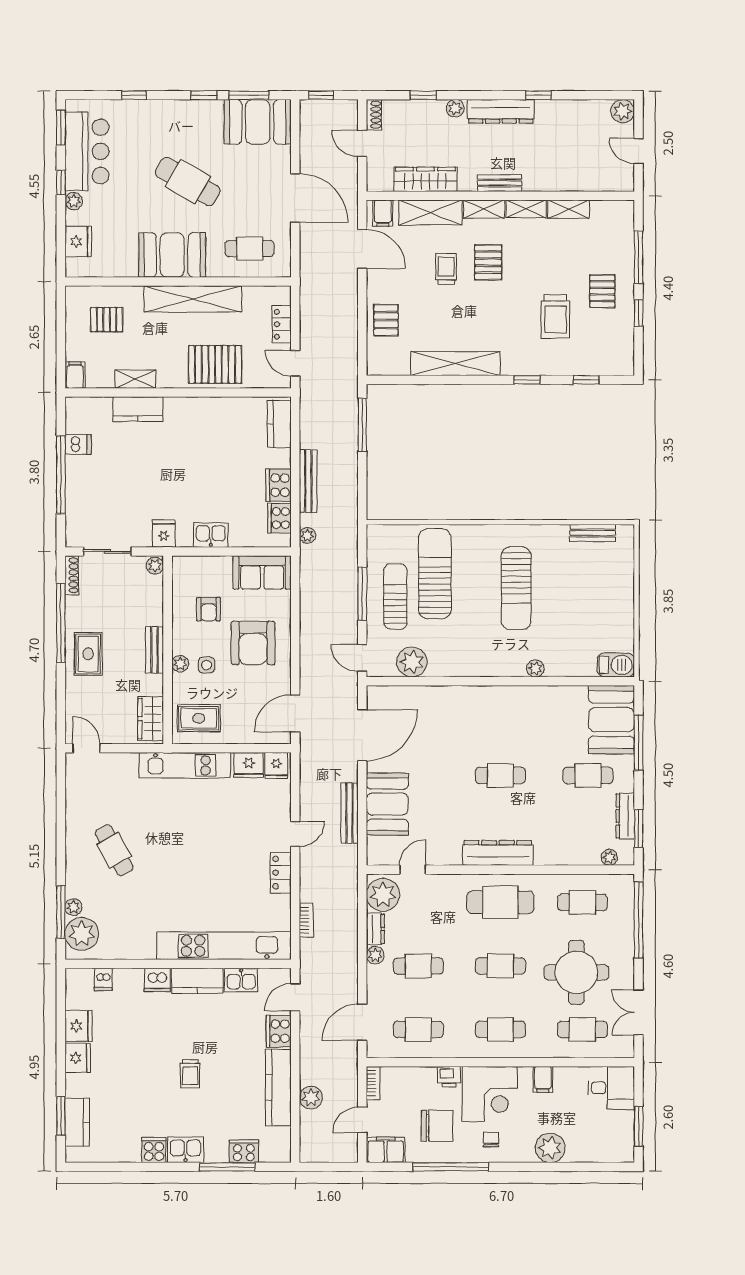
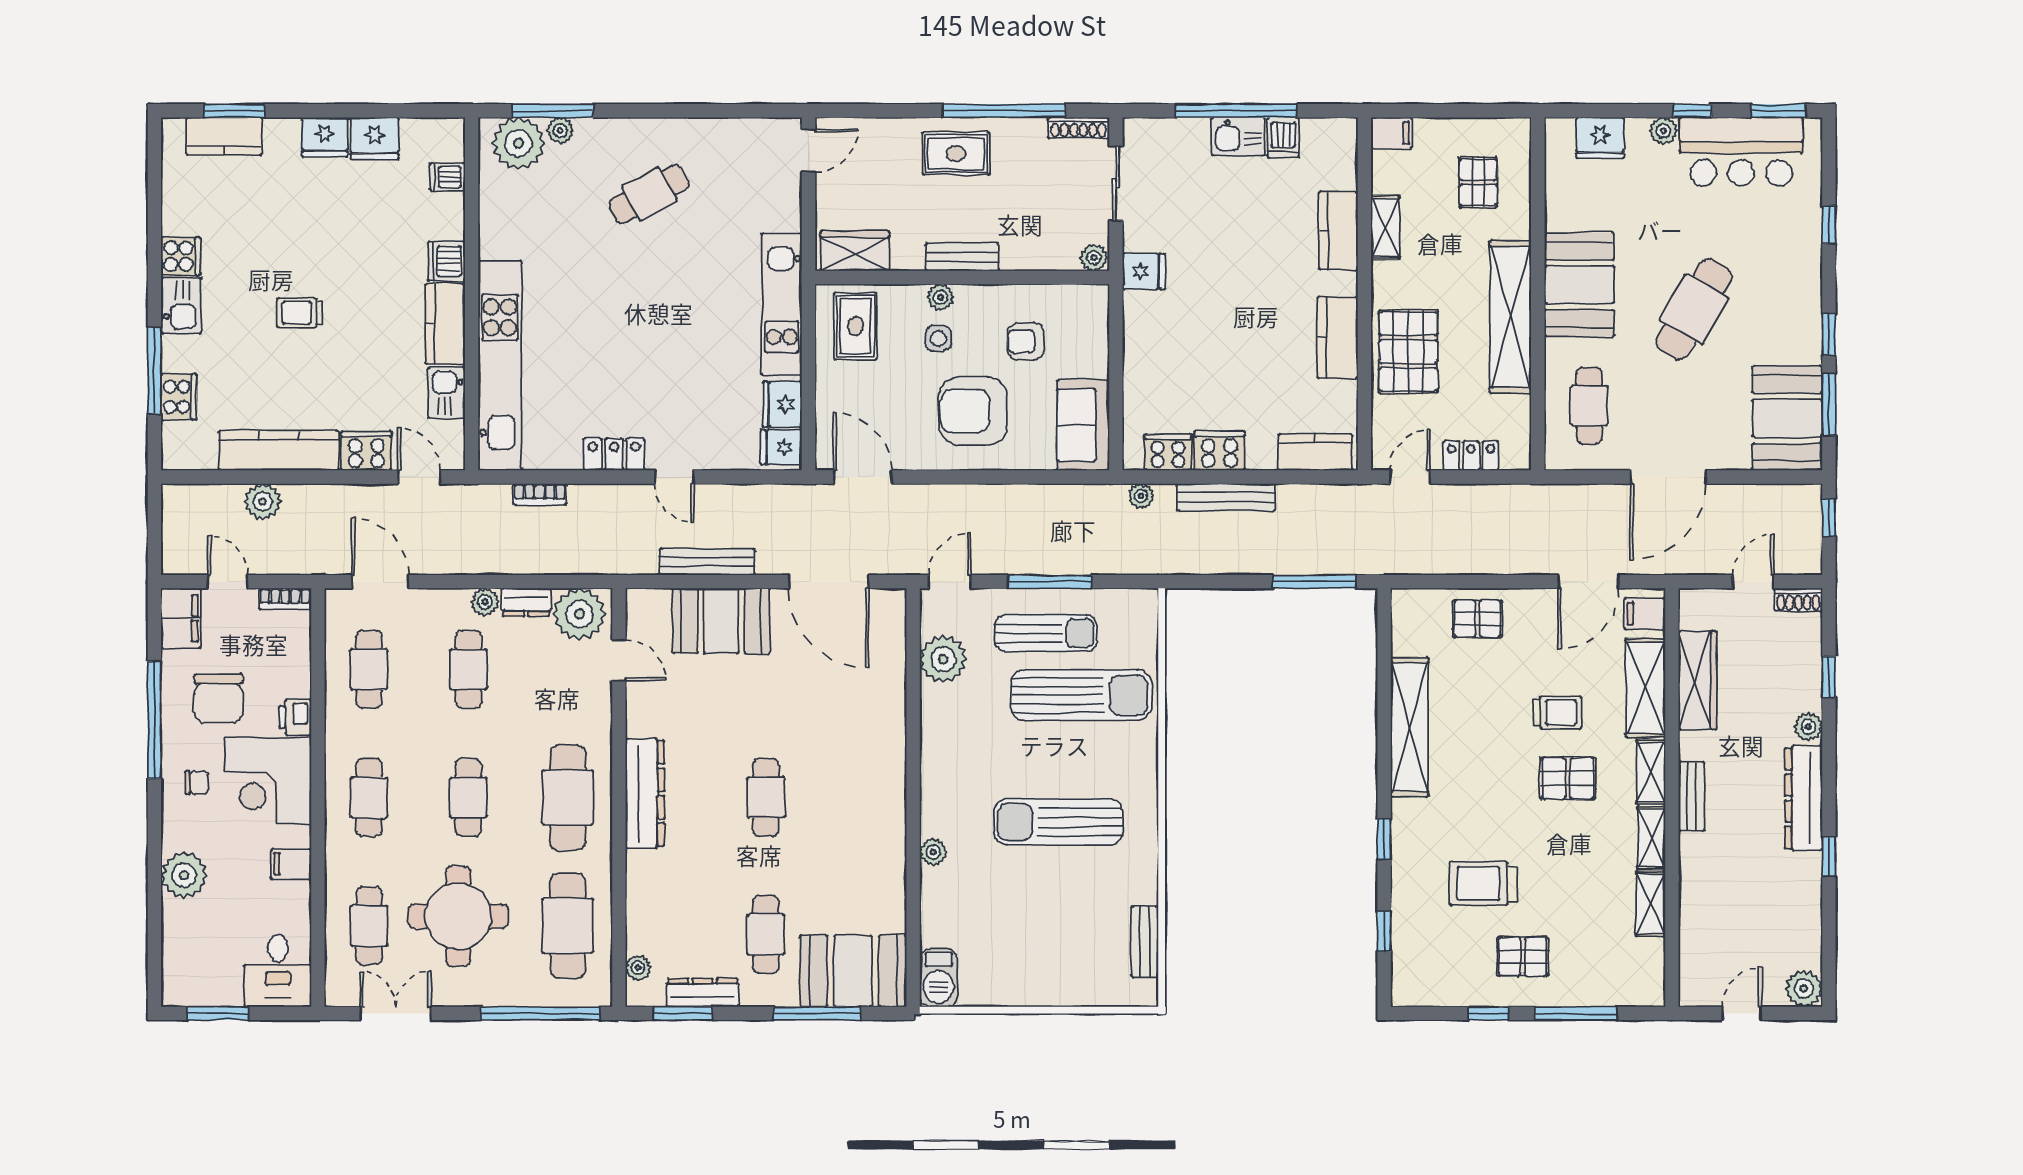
kitchen counter: (206, 410) -> (1337, 338), added
kitchen sink: (211, 535) -> (1238, 137), moved, turned 90
cafe table: (582, 902) -> (568, 926), width x1.37, depth x1.35

